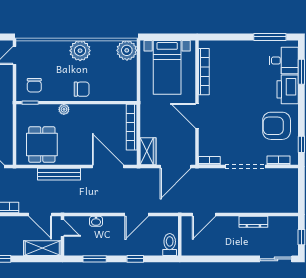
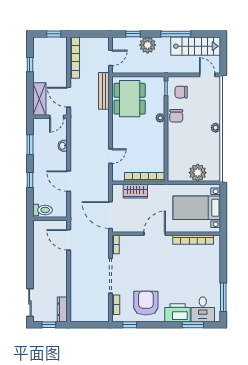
plant: (127, 50) -> (198, 173), moved
plant: (80, 51) -> (216, 128), width x0.53, depth x0.53
chair: (82, 89) -> (176, 116), moved
dining table: (42, 145) -> (130, 99), width x1.38
wardrobe: (148, 151) -> (135, 191), moved
door: (108, 167) -> (110, 156), width x0.53
bench: (59, 174) -> (104, 91), moved
door: (40, 215) -> (69, 97), hinge flipped
dresser: (253, 222) -> (62, 309), moved

